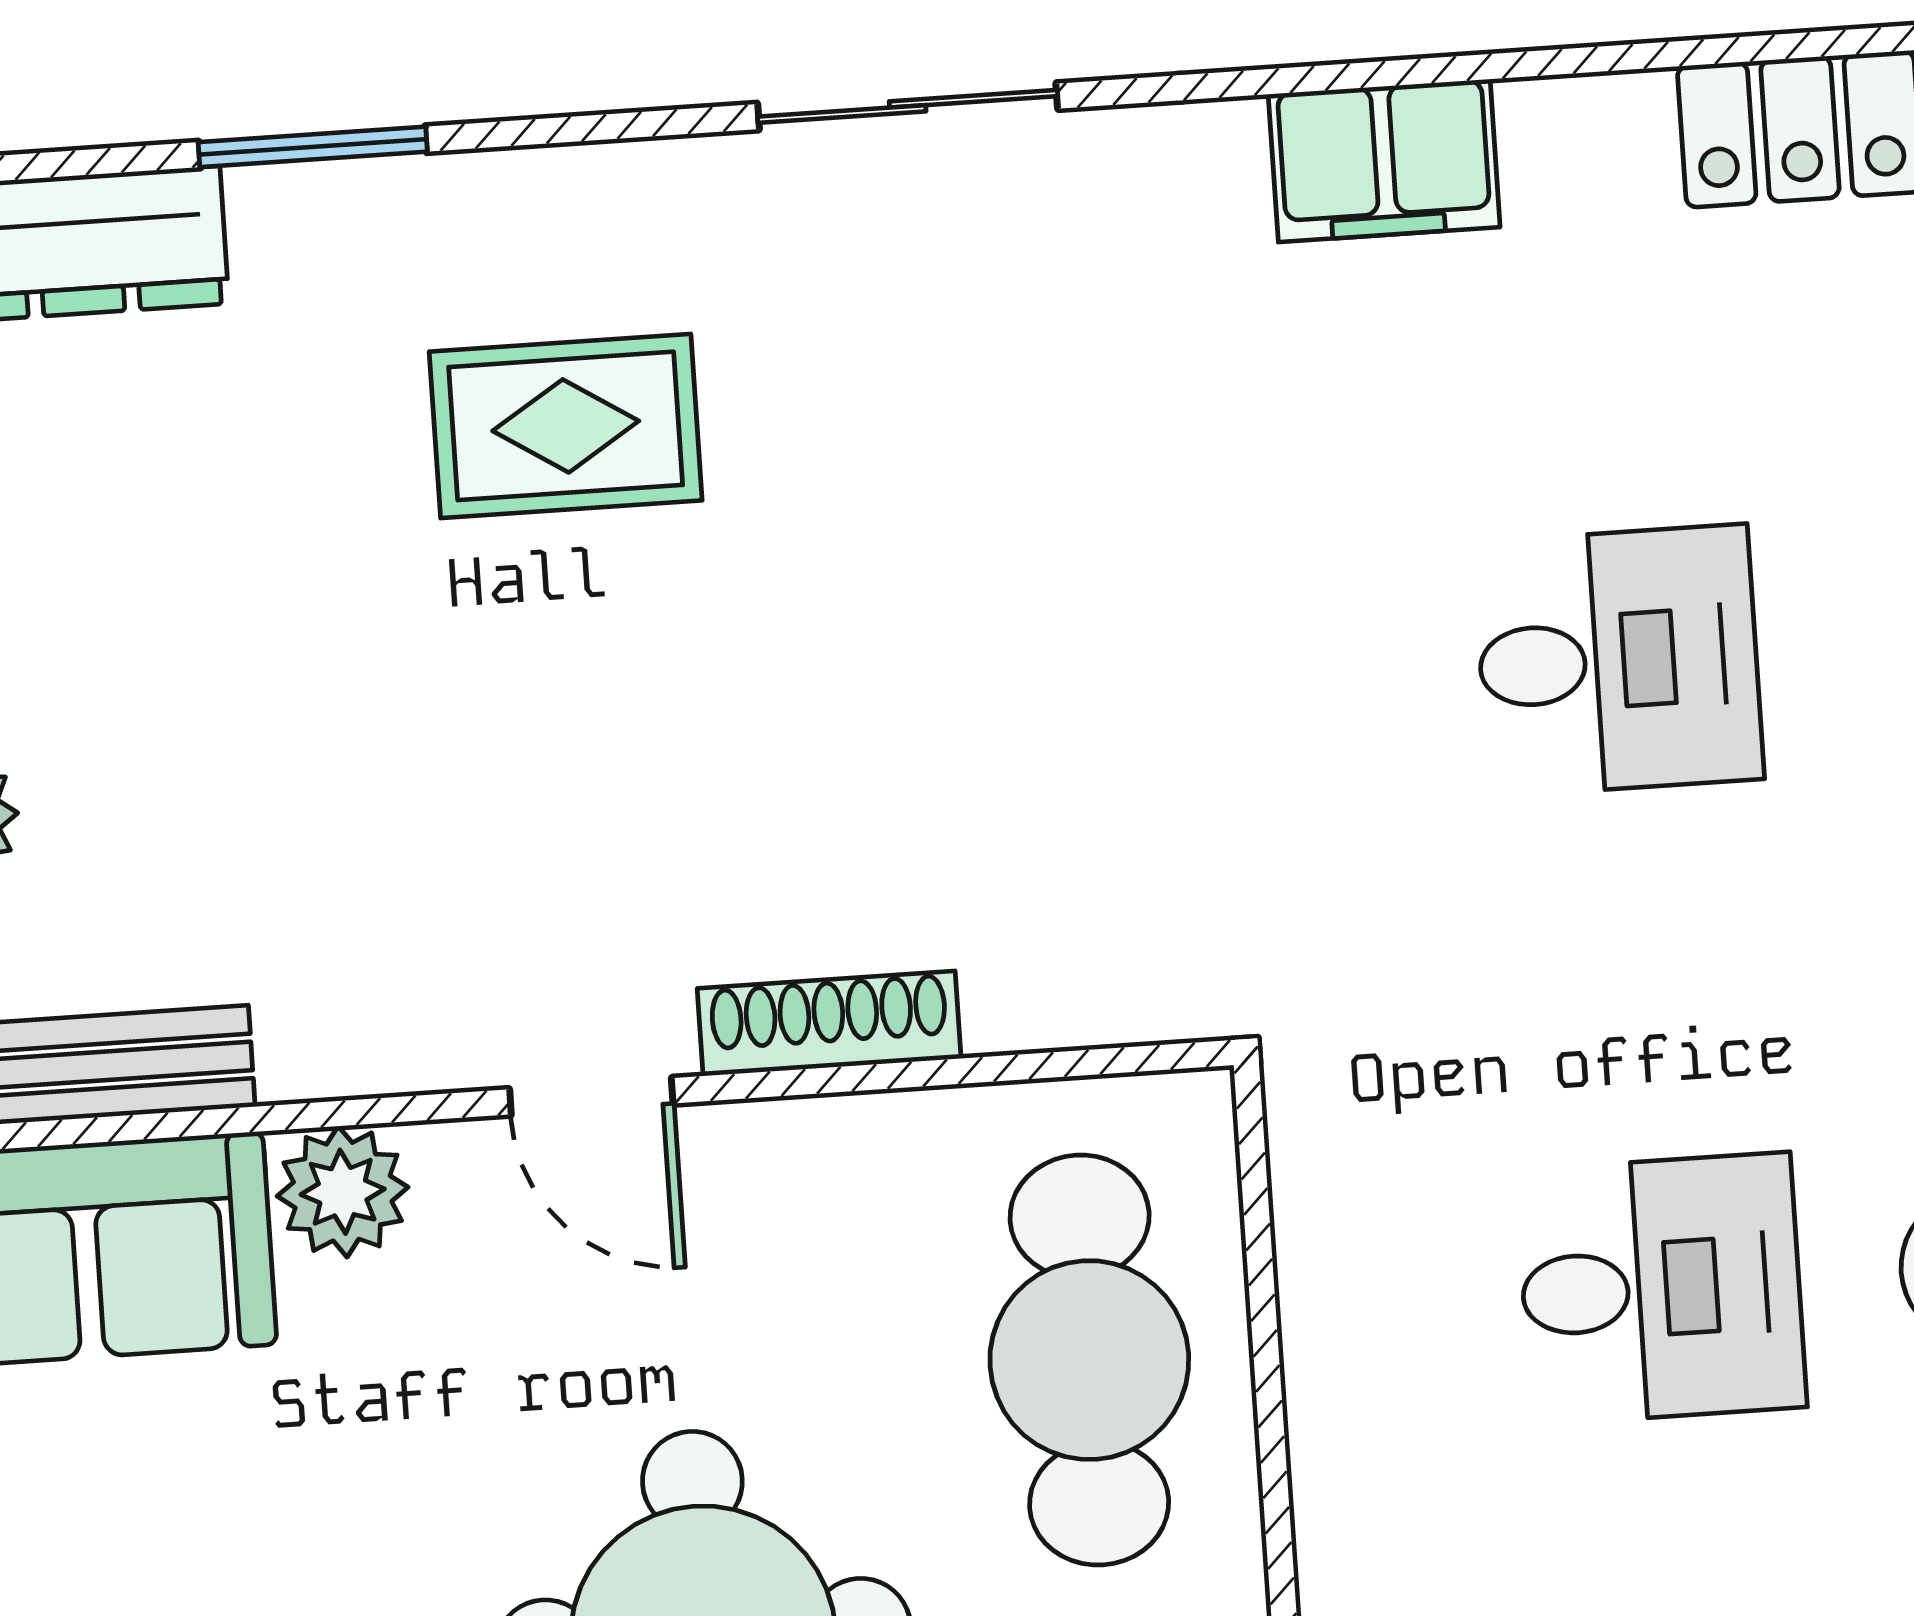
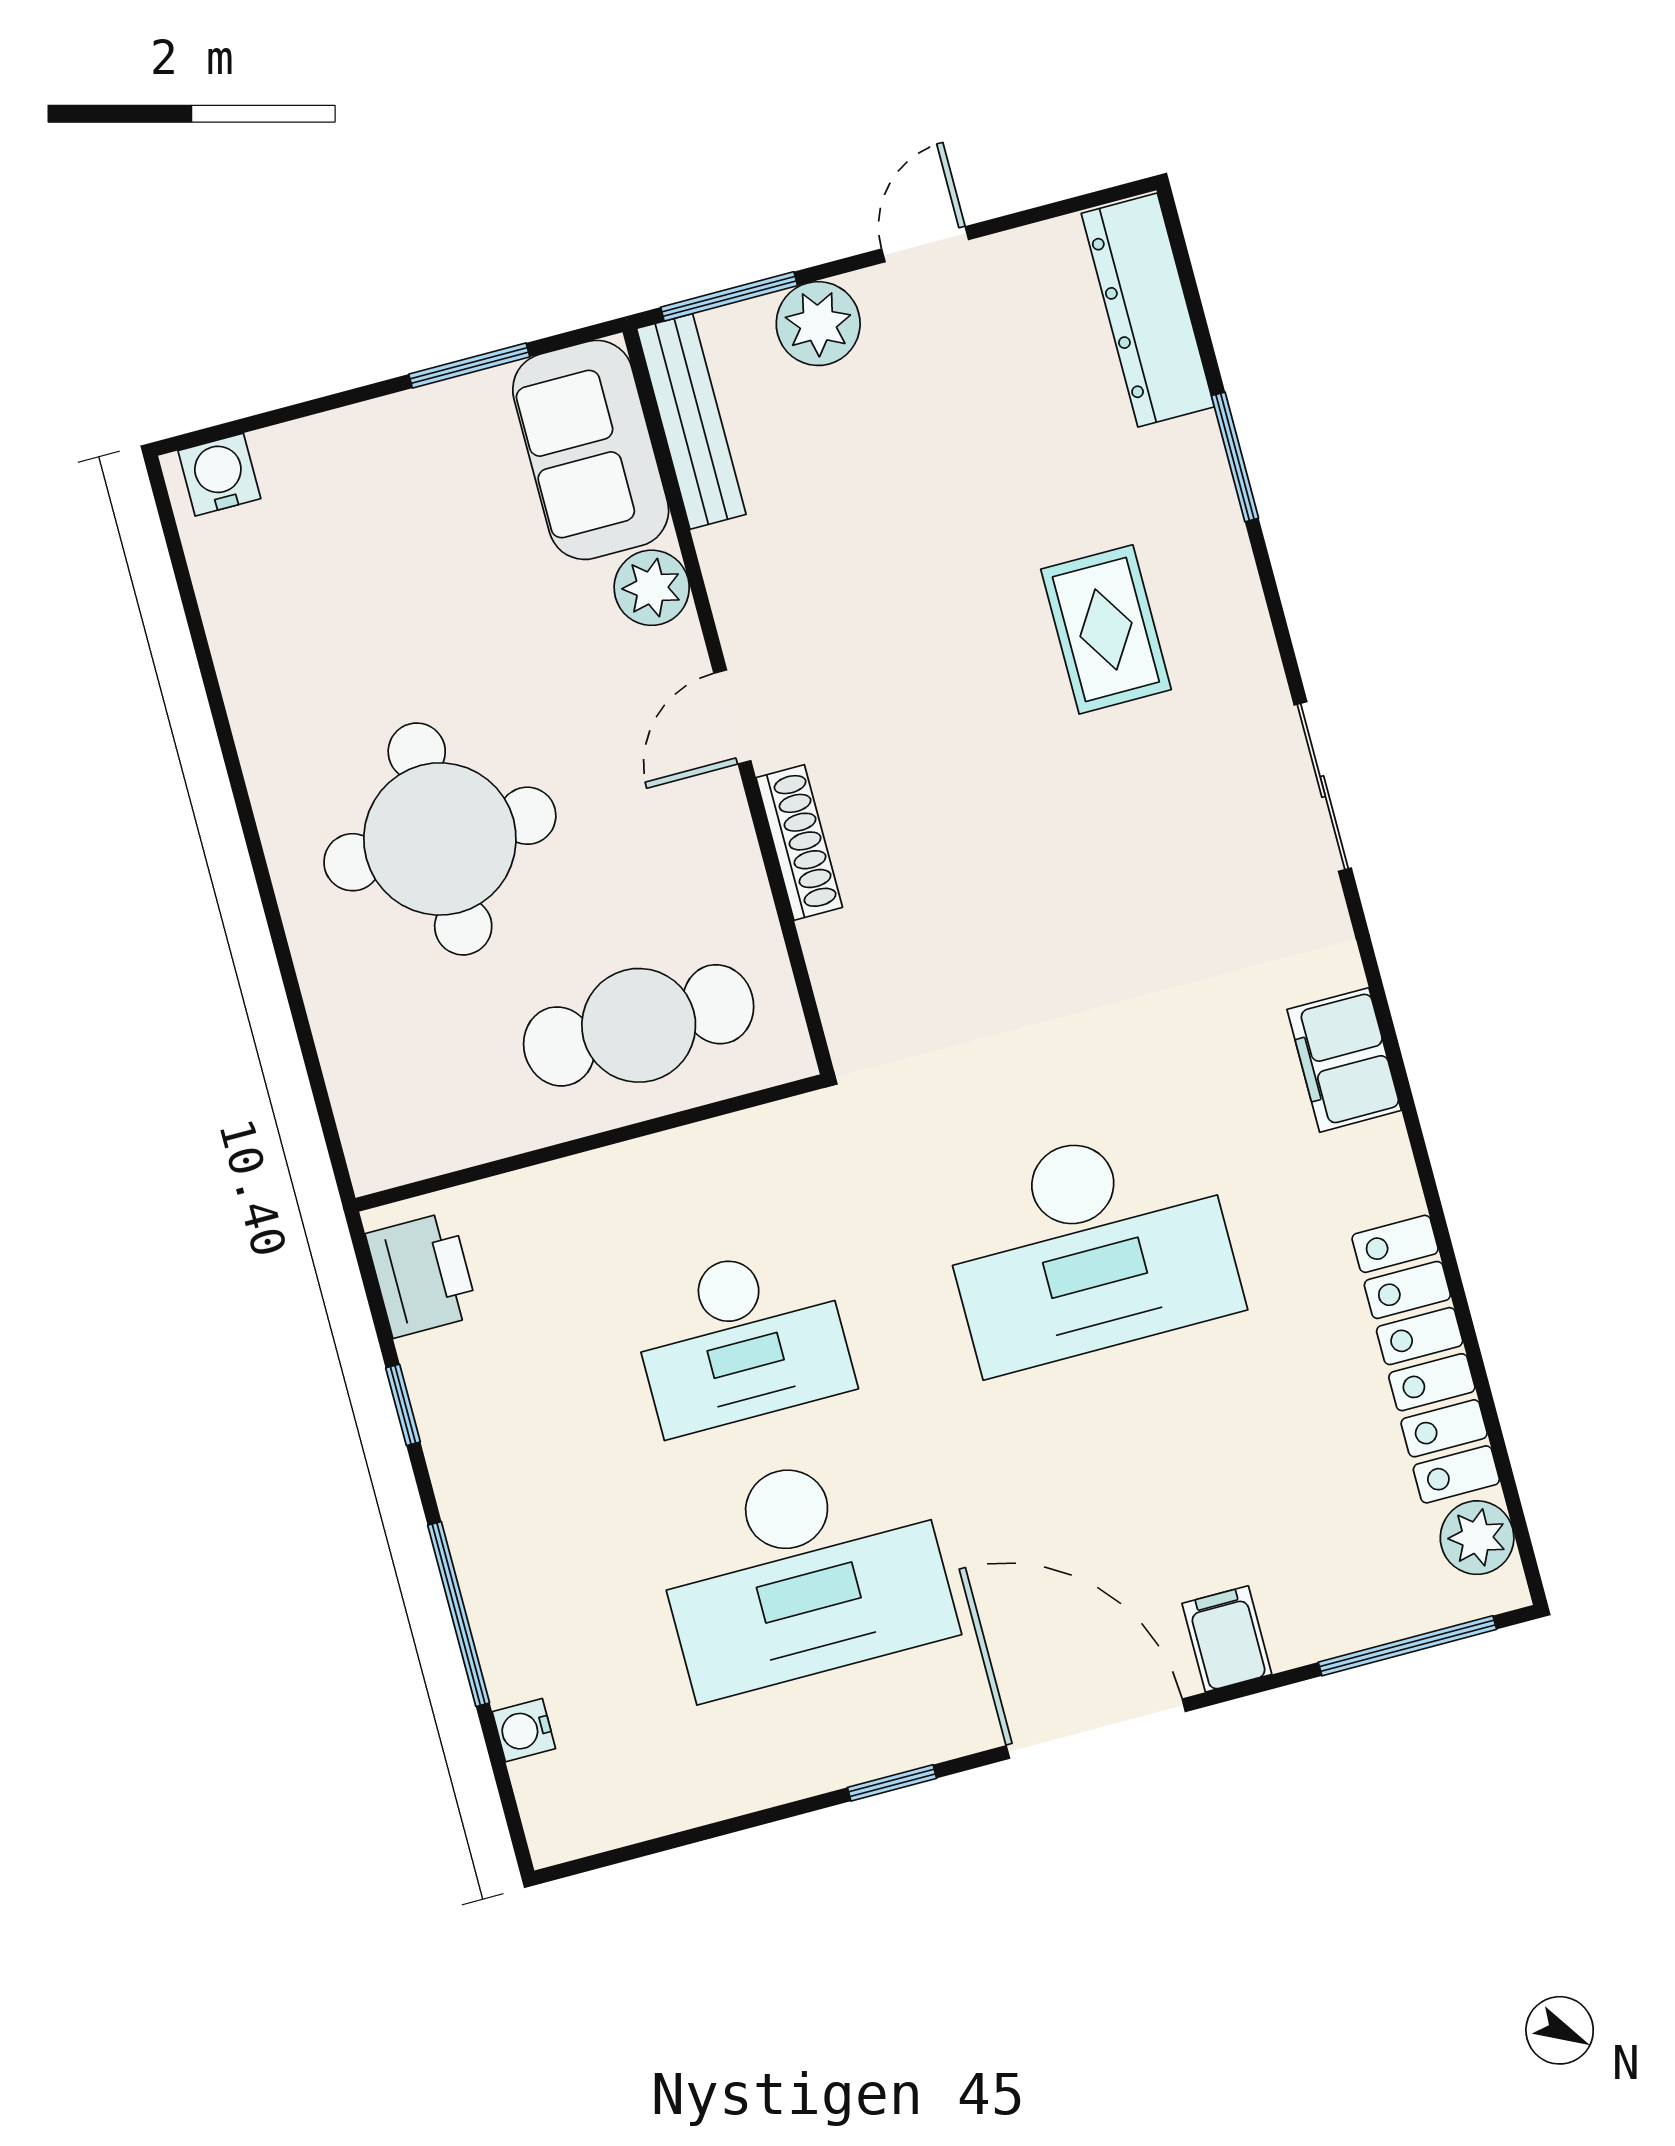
desk: (1618, 660) -> (1089, 1246), width x1.87, depth x1.30
desk: (1661, 1289) -> (741, 1339), width x1.37

